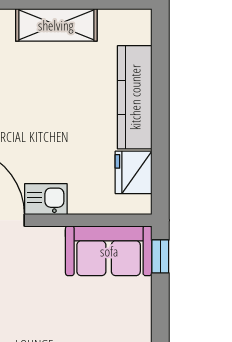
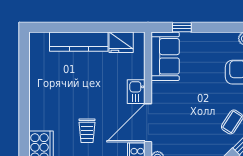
shelving: (56, 25) -> (38, 86), removed
window: (160, 256) -> (182, 27), moved

